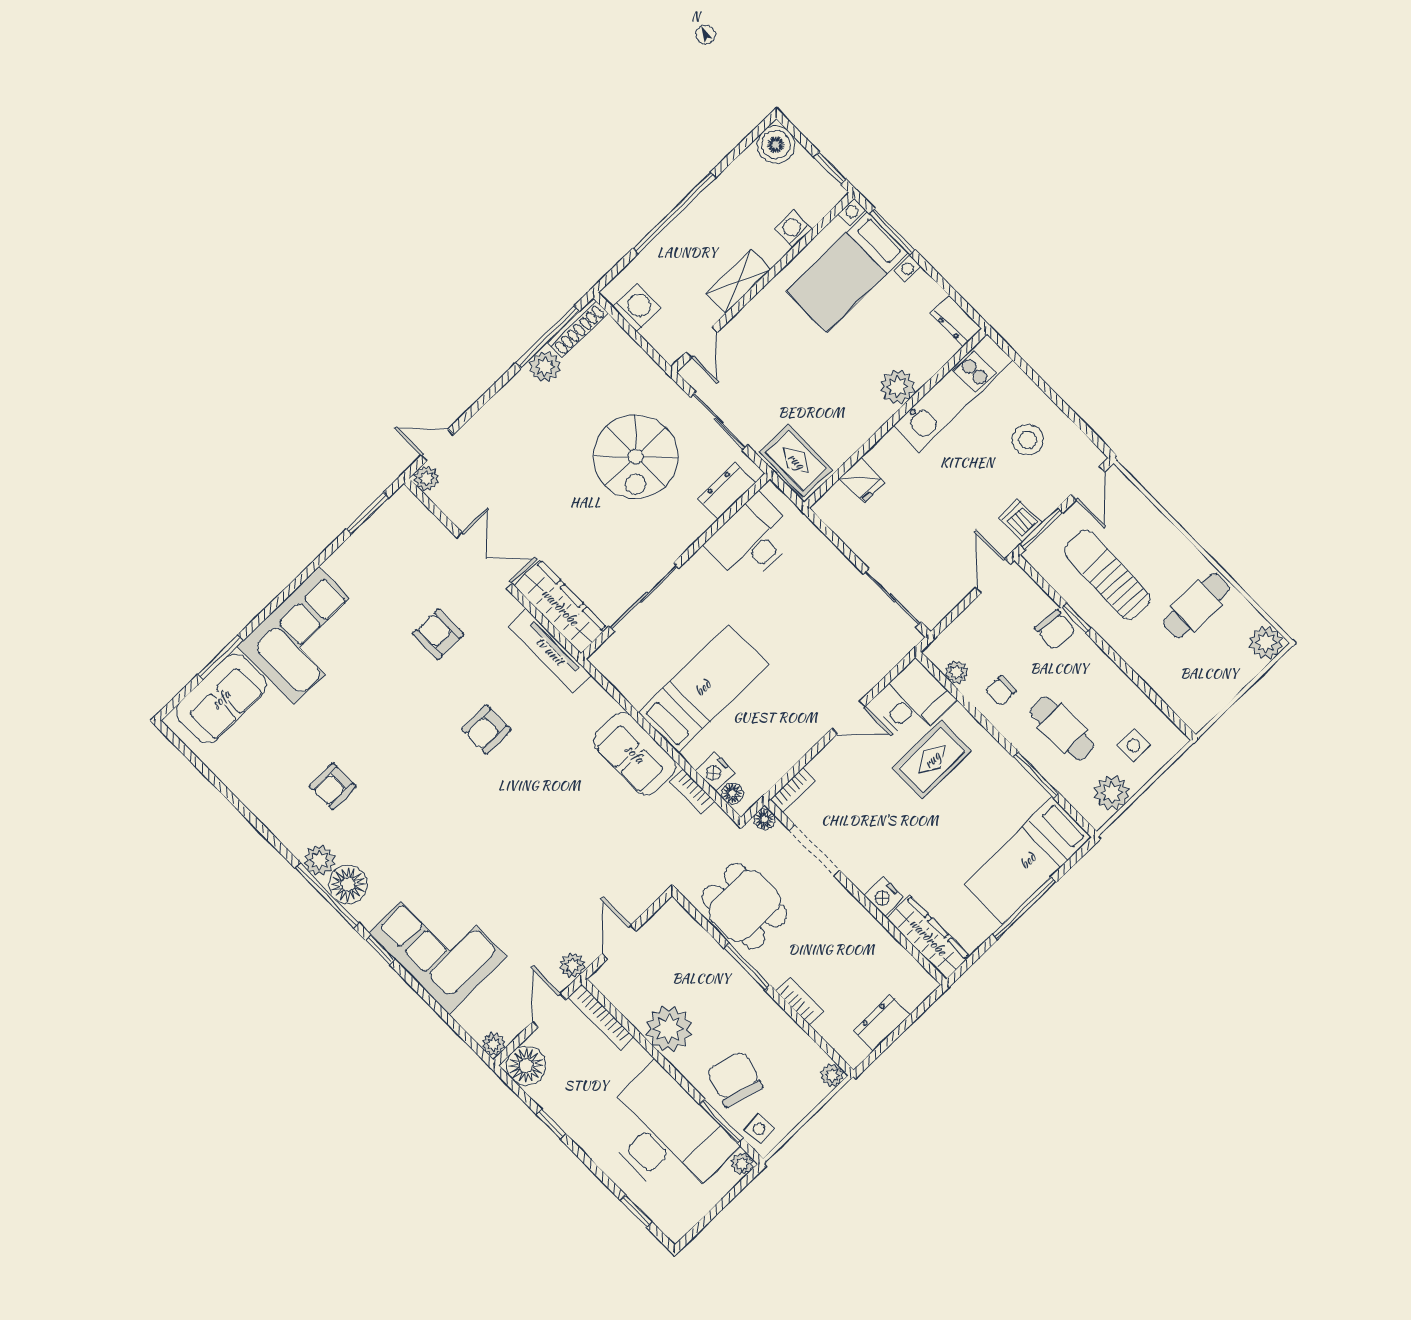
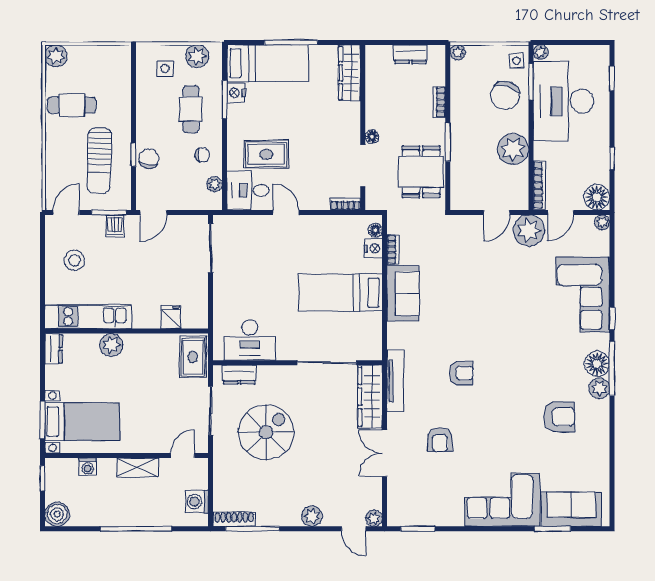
plant: (545, 367) -> (312, 516), moved
armchair: (333, 786) -> (559, 417), width x1.38, depth x1.38
floor lamp: (765, 819) -> (372, 137), moved
nightstand: (884, 897) -> (236, 93), moved, turned 180
plant: (572, 965) -> (529, 230), width x1.88, depth x1.88

